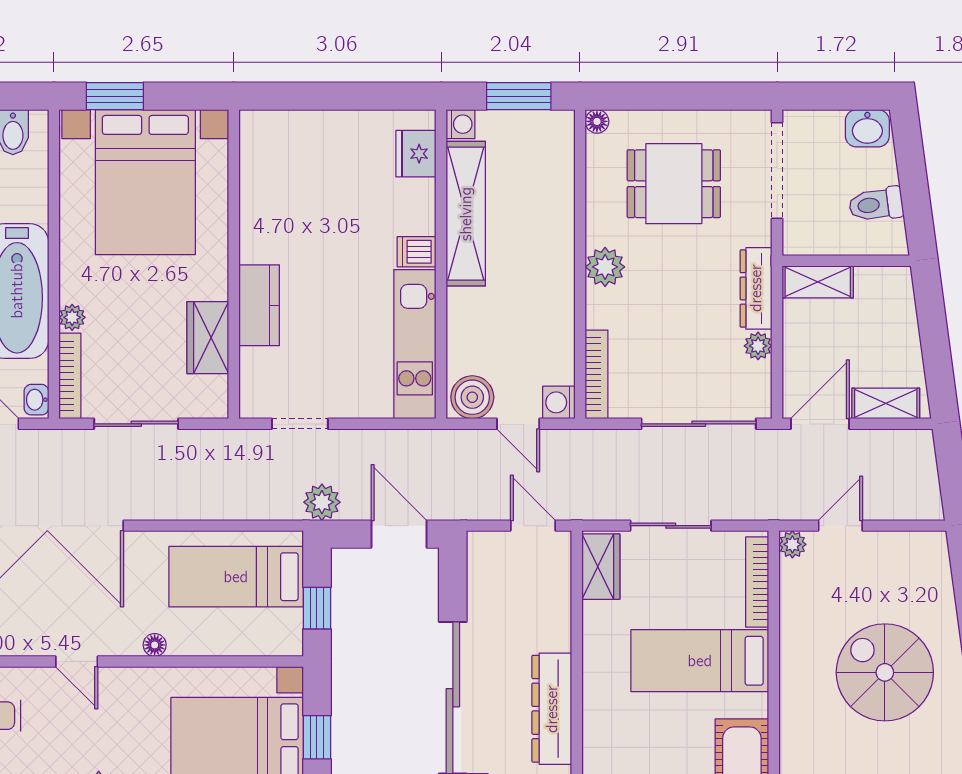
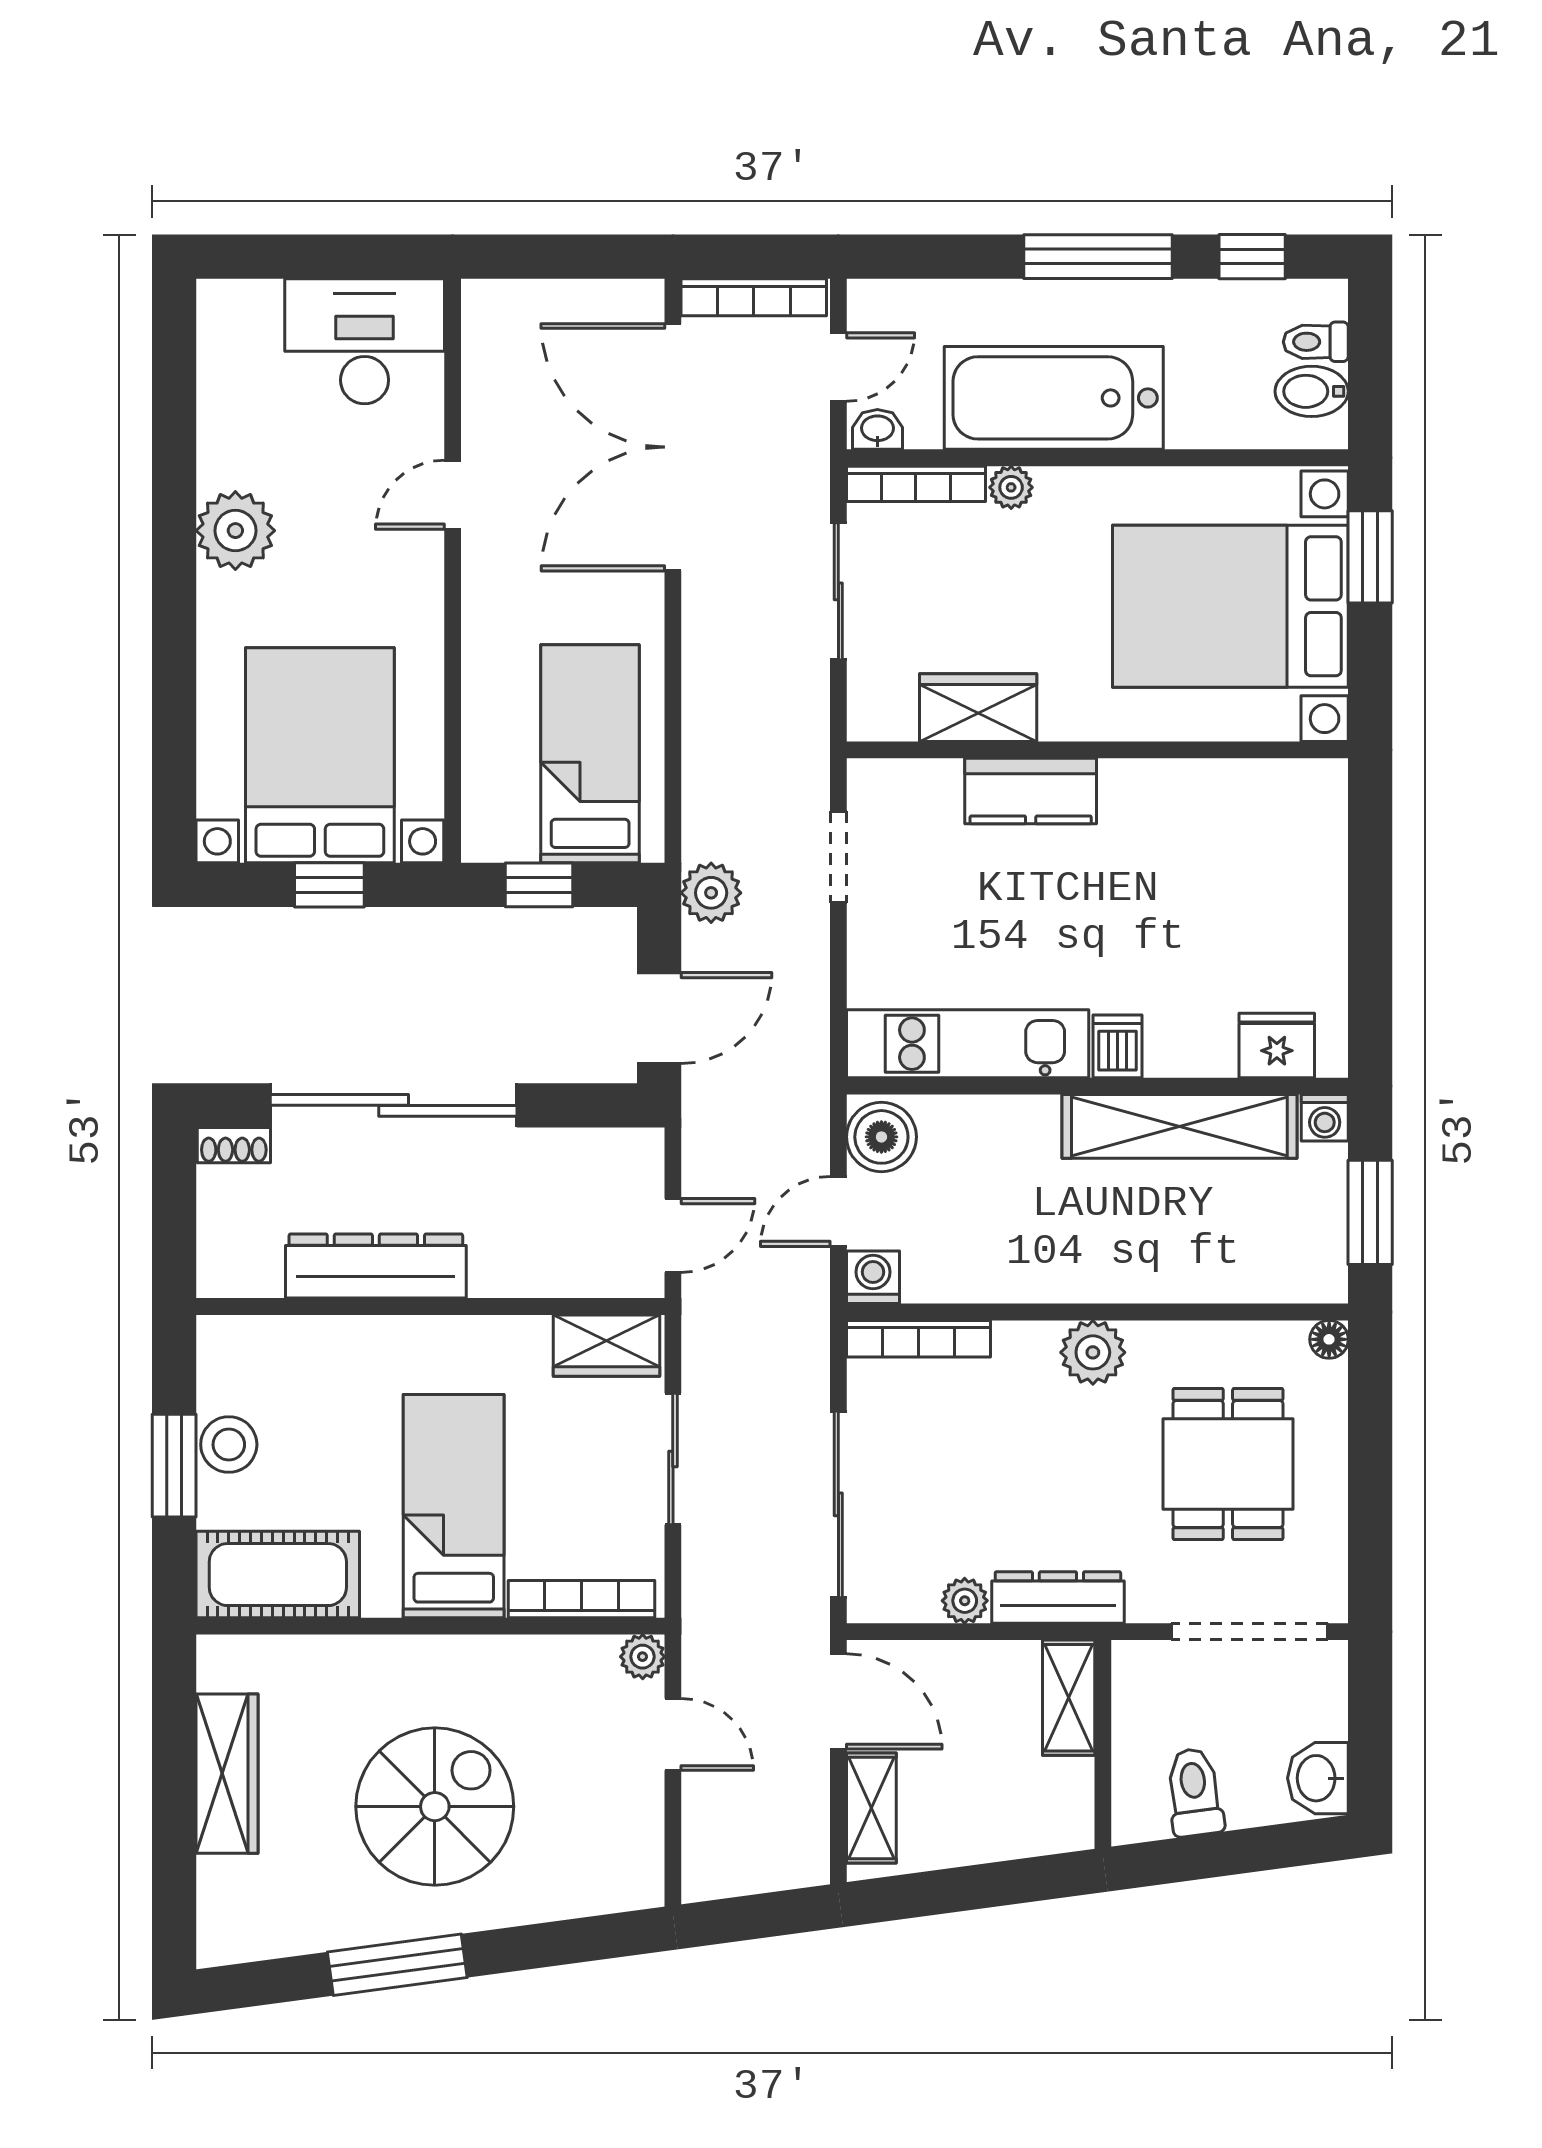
floor lamp: (155, 645) -> (479, 621), removed

